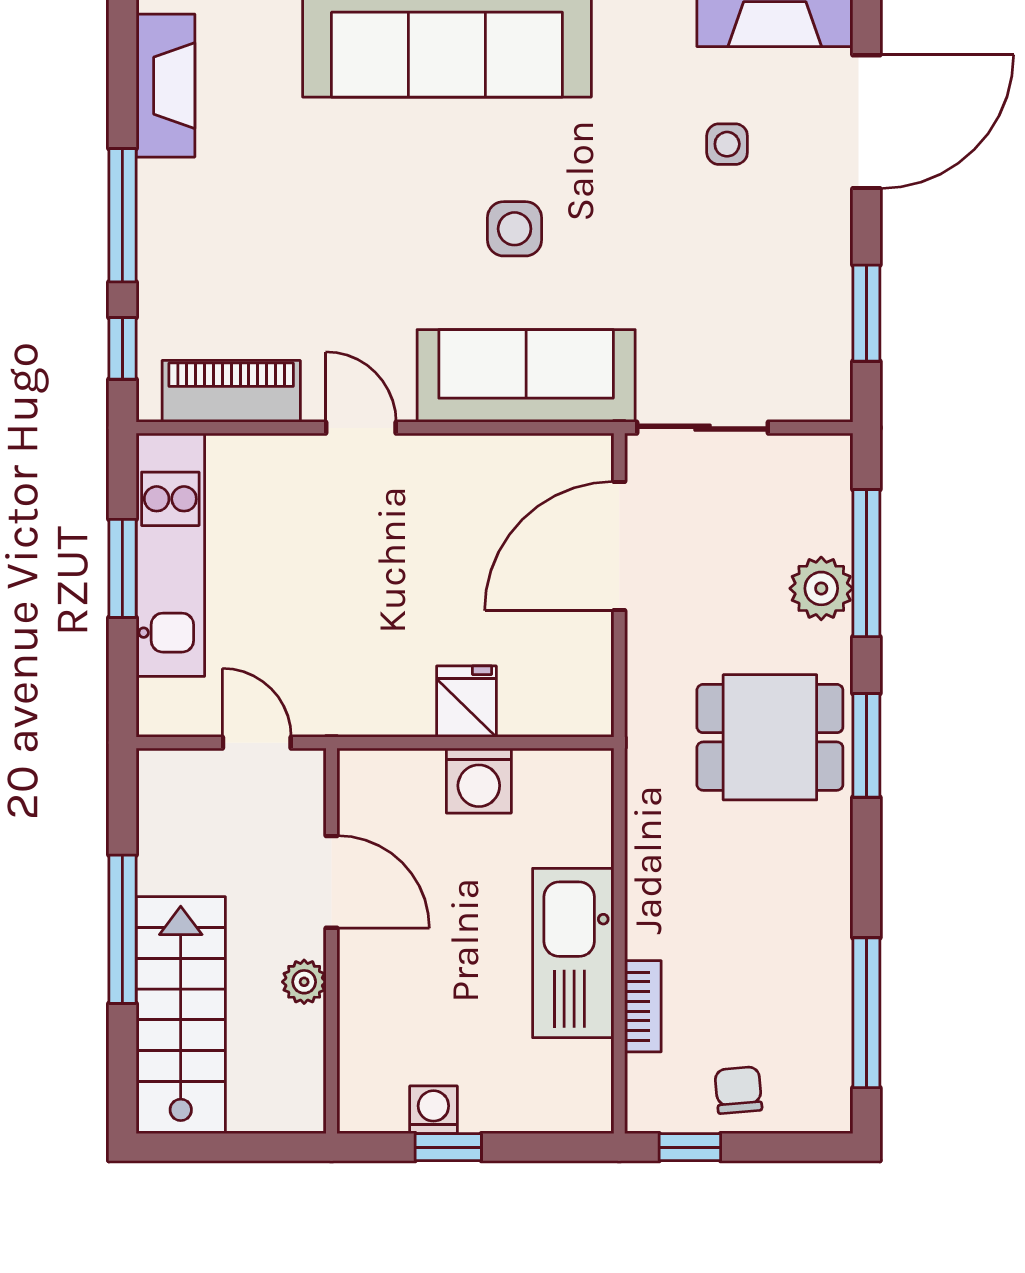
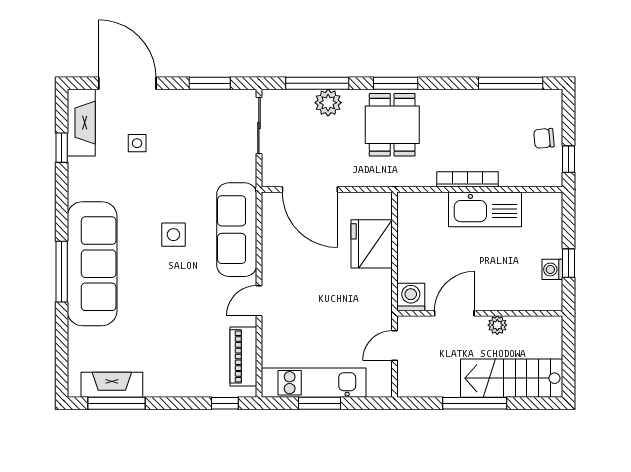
window: (122, 215) -> (117, 403), moved
sliding door: (703, 428) -> (259, 126), moved
fridge: (466, 702) -> (372, 244), width x1.88, depth x1.34
washing machine: (479, 781) -> (411, 297), moved, turned -90
bookcase: (643, 1006) -> (467, 179), moved, width x1.56

